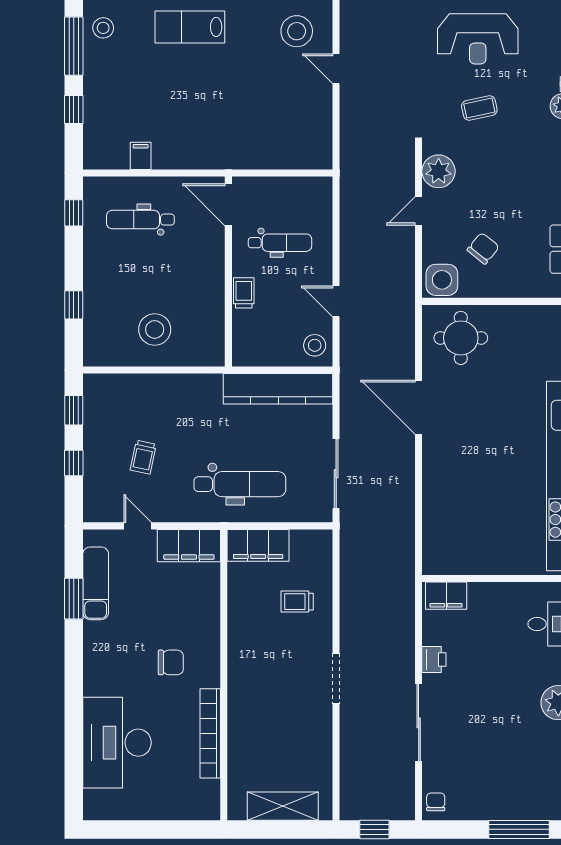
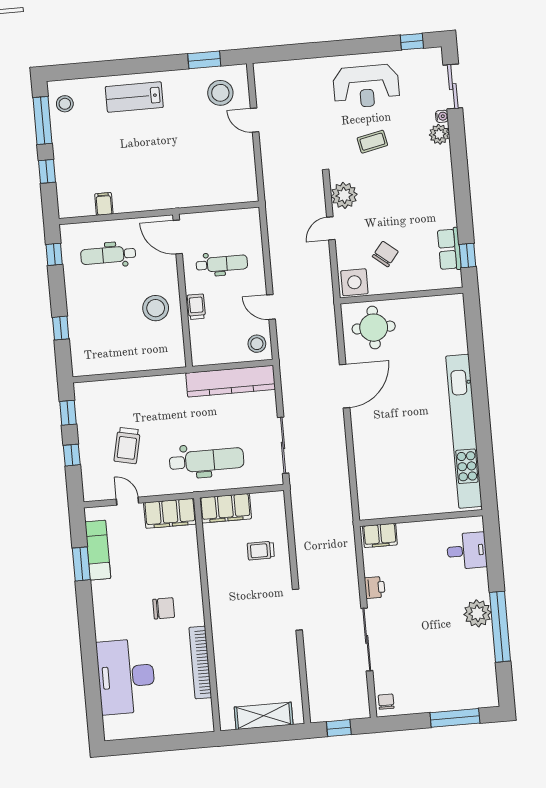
stool: (155, 329) -> (156, 308), moved
door: (419, 407) -> (345, 386), swing flipped
trolley: (143, 457) -> (127, 446), width x1.36, depth x1.39

